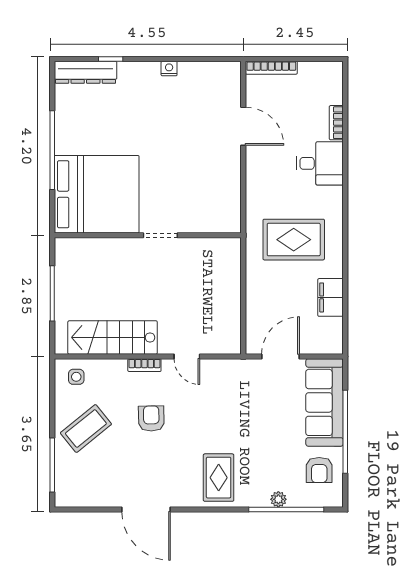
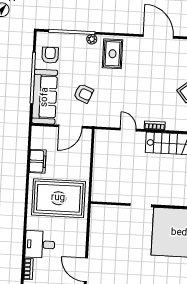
rug: (294, 240) -> (58, 198), width x1.37, depth x1.44
armchair: (151, 418) -> (84, 93), moved, turned -66
plant: (278, 499) -> (92, 39), moved

